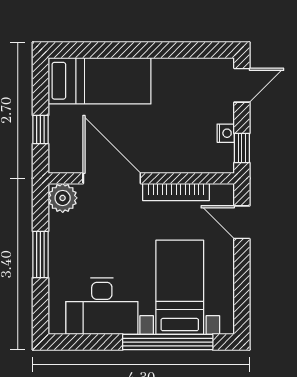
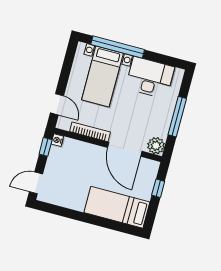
nightstand: (226, 133) -> (57, 140), moved
window: (40, 254) -> (177, 117), width x1.44

